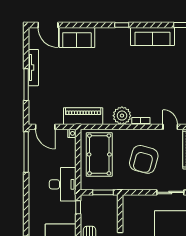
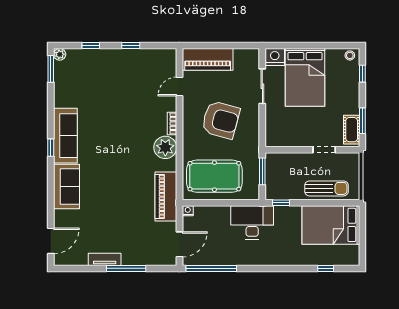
sofa: (152, 36) -> (65, 136), moved
sofa: (77, 37) -> (67, 187), moved
tv unit: (33, 68) -> (105, 259), width x0.71

